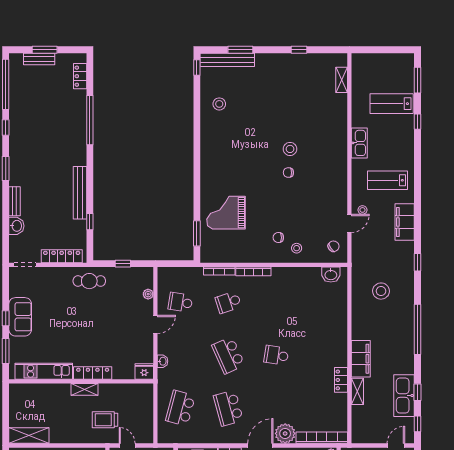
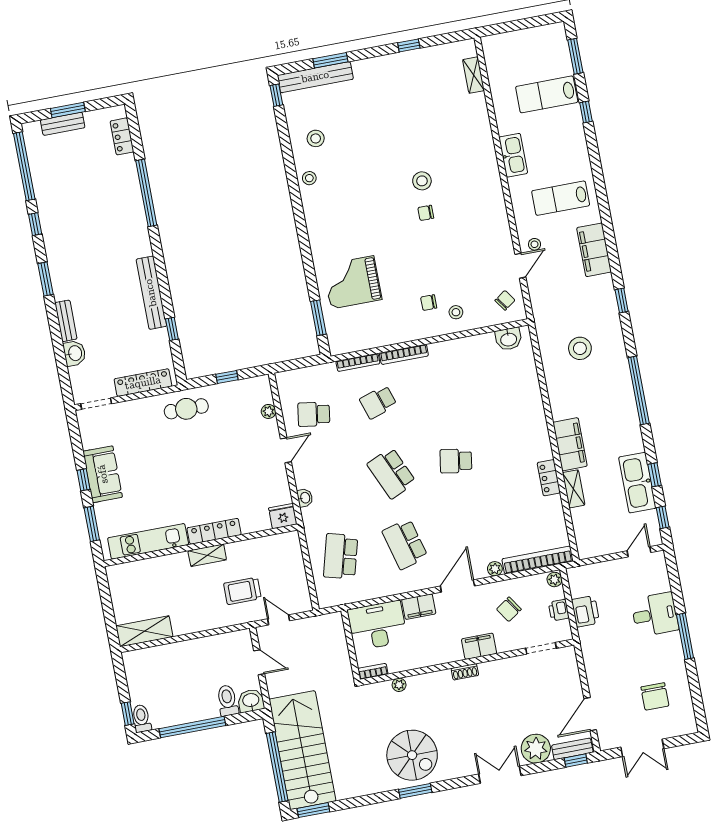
stool: (209, 132) -> (309, 178), added
plant: (285, 433) -> (495, 569), width x0.53, depth x0.53

